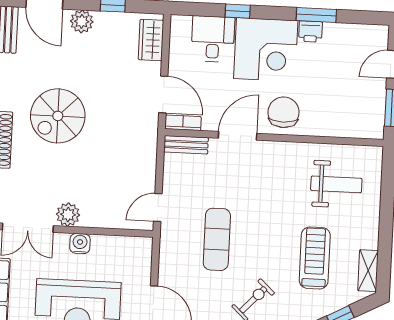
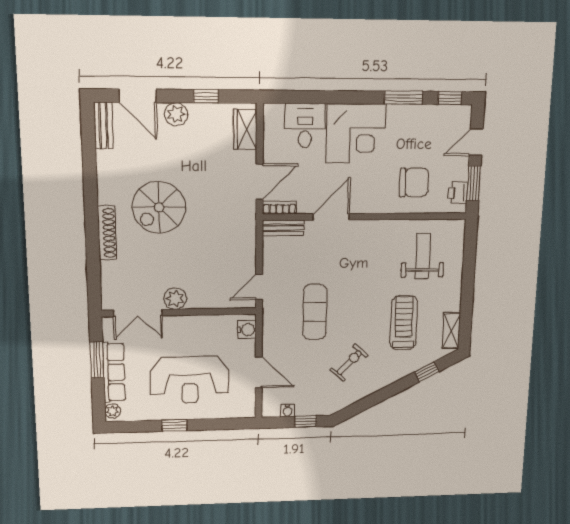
window: (238, 11) -> (450, 98), moved
printer: (310, 31) -> (458, 193), moved, turned 90
door: (163, 94) -> (260, 182), hinge flipped
chair: (284, 112) -> (414, 183), moved, turned 90
weight bench: (336, 184) -> (423, 256), turned -90
water cooler: (80, 244) -> (247, 330), moved, turned 90

